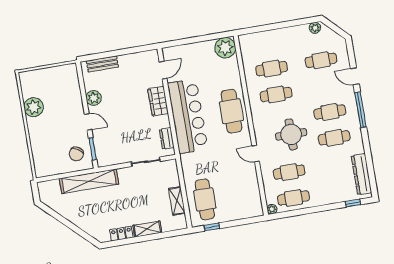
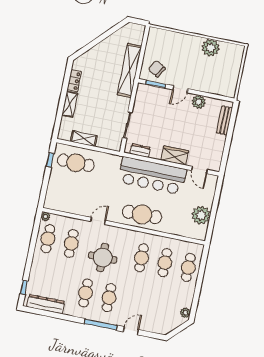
plant: (225, 48) -> (201, 215), moved
cafe table: (321, 60) -> (188, 267), moved

